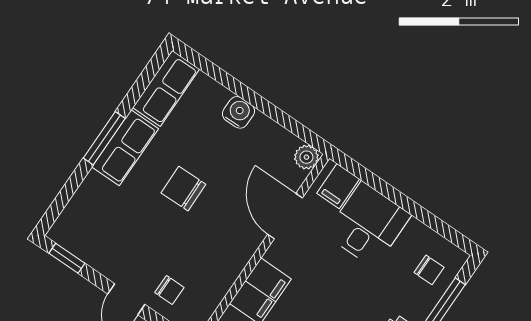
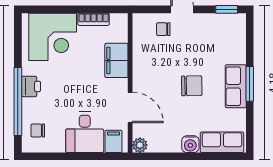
row of seats: (166, 88) -> (222, 142), moved, turned 90

